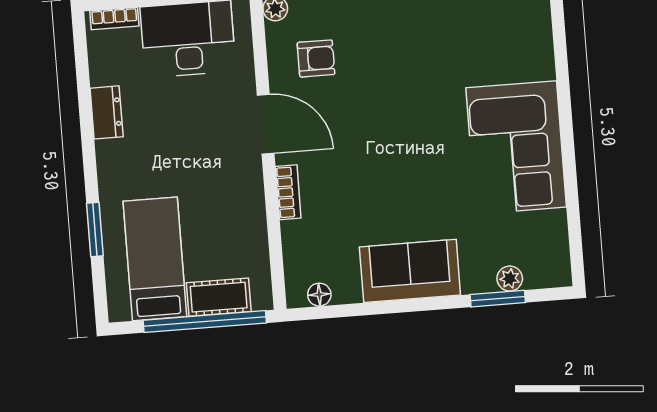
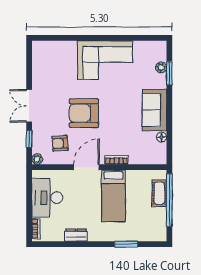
armchair: (316, 58) -> (60, 143), turned -94
armchair: (390, 108) -> (84, 113), added
bed: (155, 259) -> (114, 196), moved, turned -90
floor lamp: (319, 295) -> (162, 137), moved

